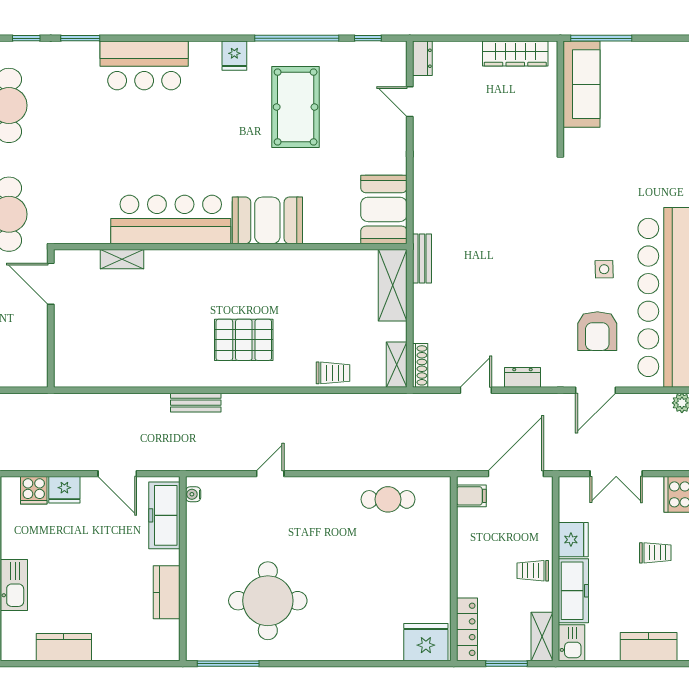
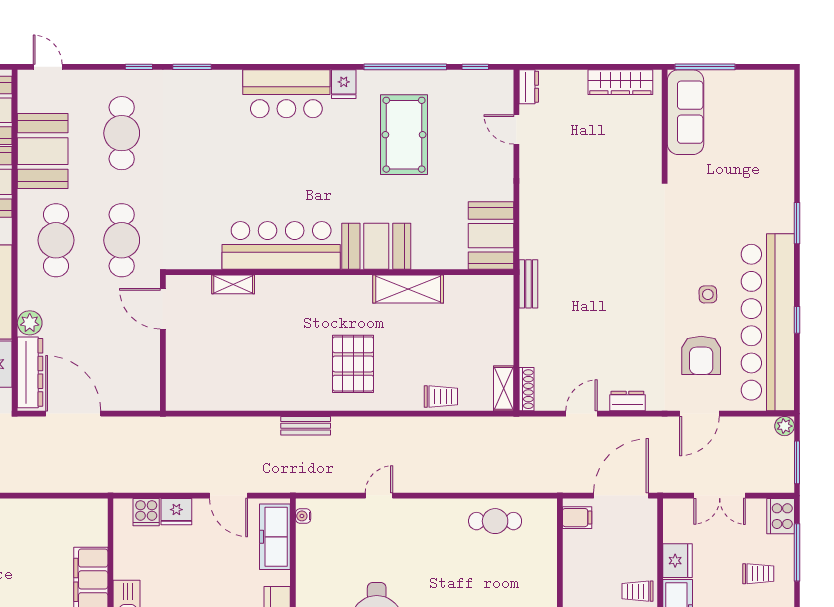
bar counter: (144, 65) -> (286, 94), moved
shelving: (393, 285) -> (408, 289), moved, turned 90
pallet: (244, 340) -> (353, 364), turned 90

